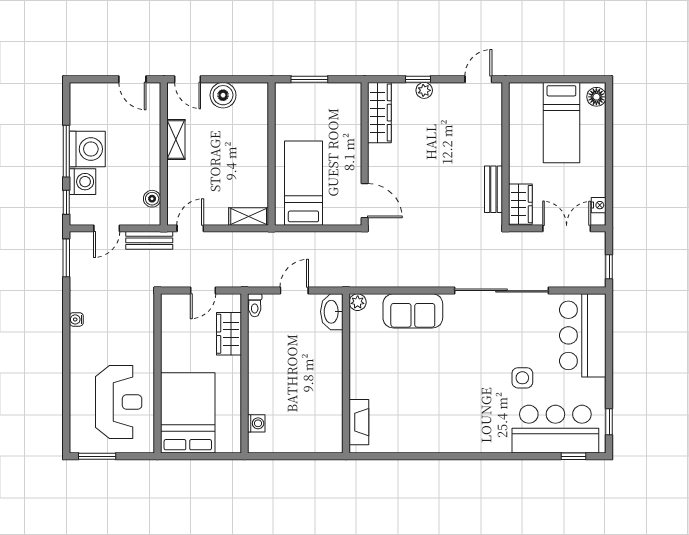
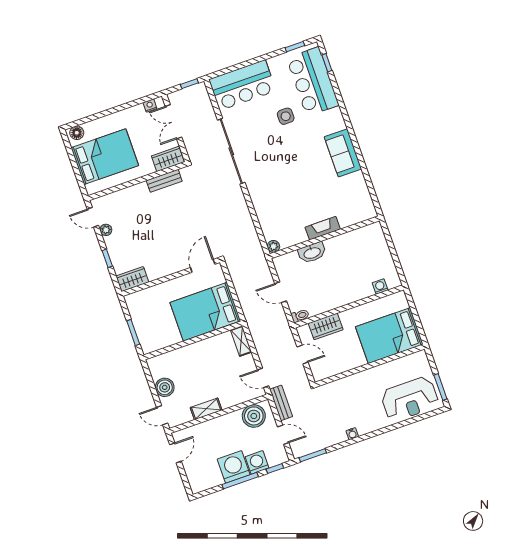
door: (188, 79) -> (162, 415), swing flipped
plant: (424, 90) -> (106, 230), moved
wardrobe: (379, 113) -> (132, 279), width x0.67
bed: (561, 123) -> (105, 157), width x1.50
bed: (303, 183) -> (205, 312), width x1.50
boiler: (152, 199) -> (254, 416), width x1.86, depth x1.86
sofa: (413, 311) -> (343, 153), moved, turned 180
washbasin: (332, 312) -> (312, 253), moved
reception desk: (119, 402) -> (410, 399), moved, turned 180
fireplace: (359, 422) -> (323, 228), moved

